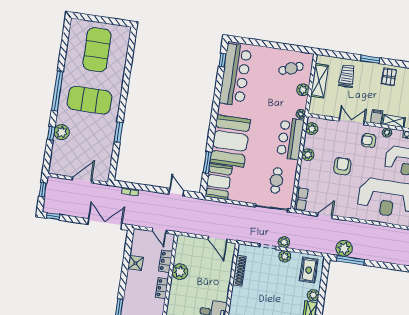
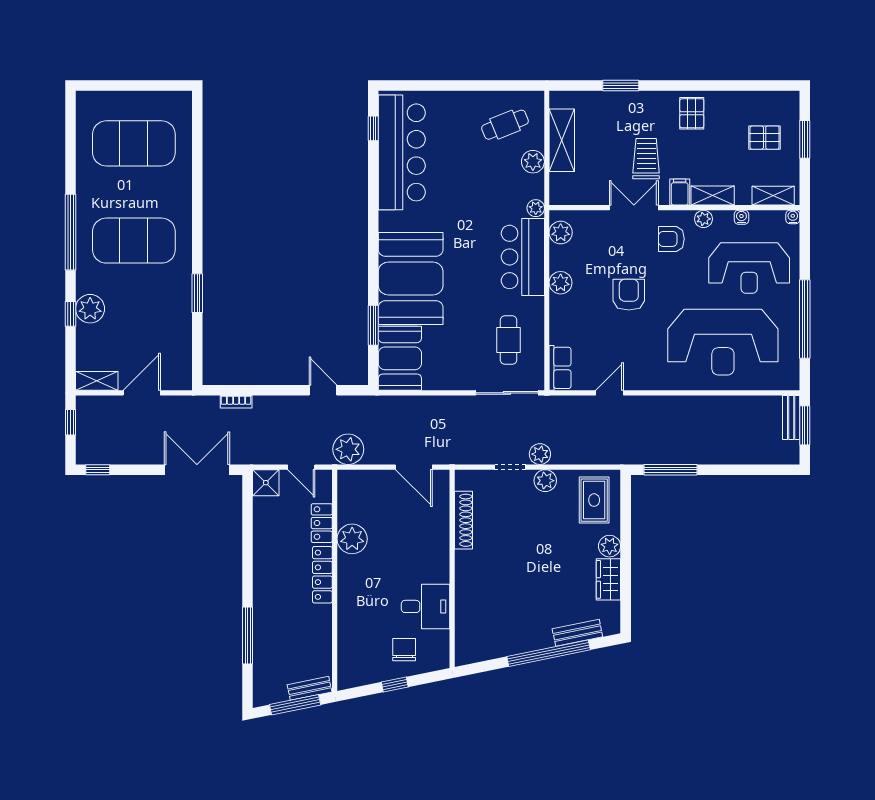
exercise mat: (97, 50) -> (134, 143), turned 90
window: (370, 59) -> (621, 86), moved
trolley: (347, 76) -> (646, 159), moved
shelving: (60, 170) -> (97, 381), added
plant: (344, 248) -> (348, 449), moved
shower: (136, 263) -> (266, 483), moved
locker: (162, 288) -> (322, 575), width x1.53

